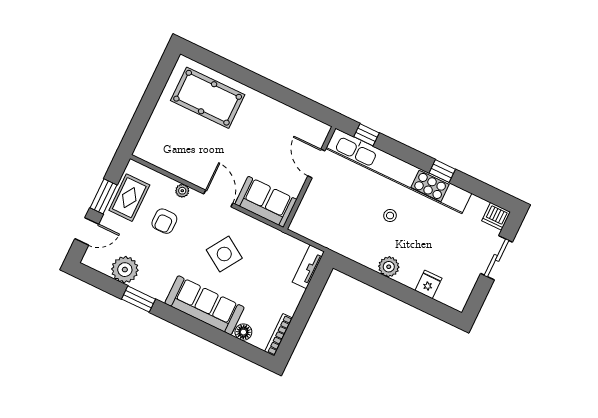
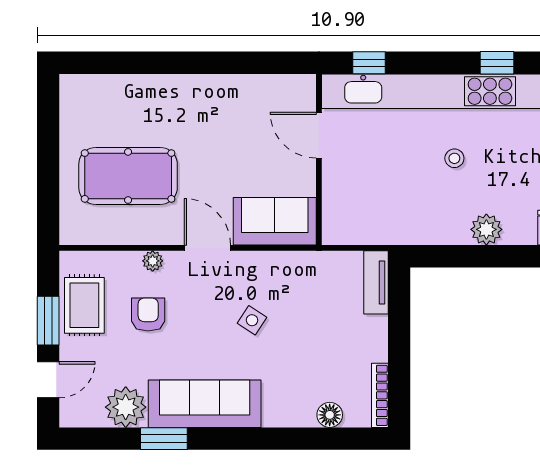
pool table: (208, 98) -> (128, 176), moved
armchair: (164, 221) -> (148, 314), turned 180
side table: (224, 254) -> (252, 320), width x0.54, depth x0.54
sofa: (205, 305) -> (205, 404), moved

